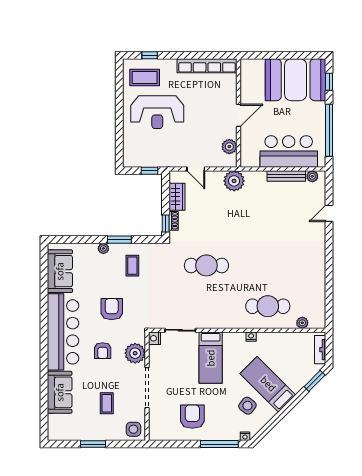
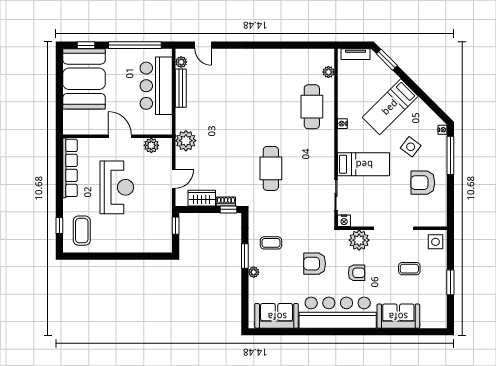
reception desk: (157, 112) -> (117, 187), moved
door: (329, 213) -> (203, 45), moved
side table: (247, 406) -> (411, 147), moved

